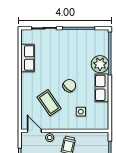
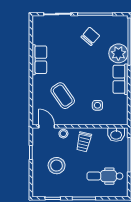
row of seats: (28, 58) -> (39, 60), moved
chair: (69, 86) -> (90, 36), moved
washbasin: (98, 138) -> (116, 135), added

